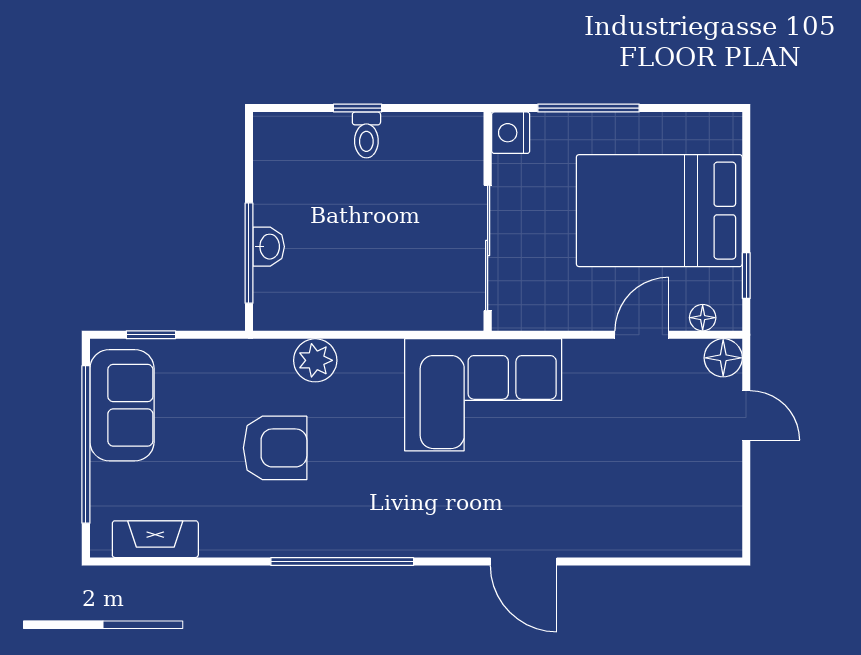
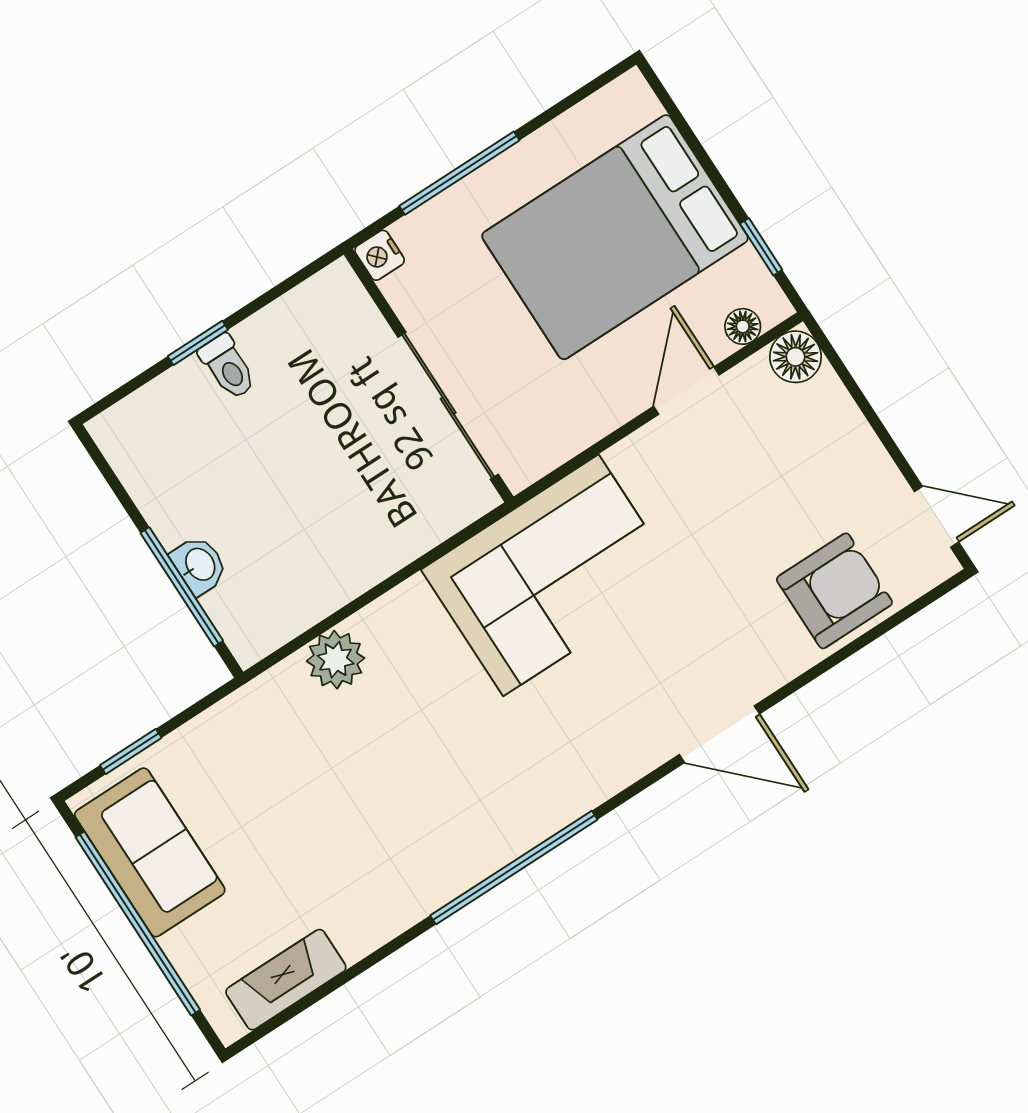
nightstand: (511, 133) -> (380, 255), width x0.72, depth x0.74
door: (746, 415) -> (936, 517), moved
armchair: (275, 448) -> (834, 591), moved

